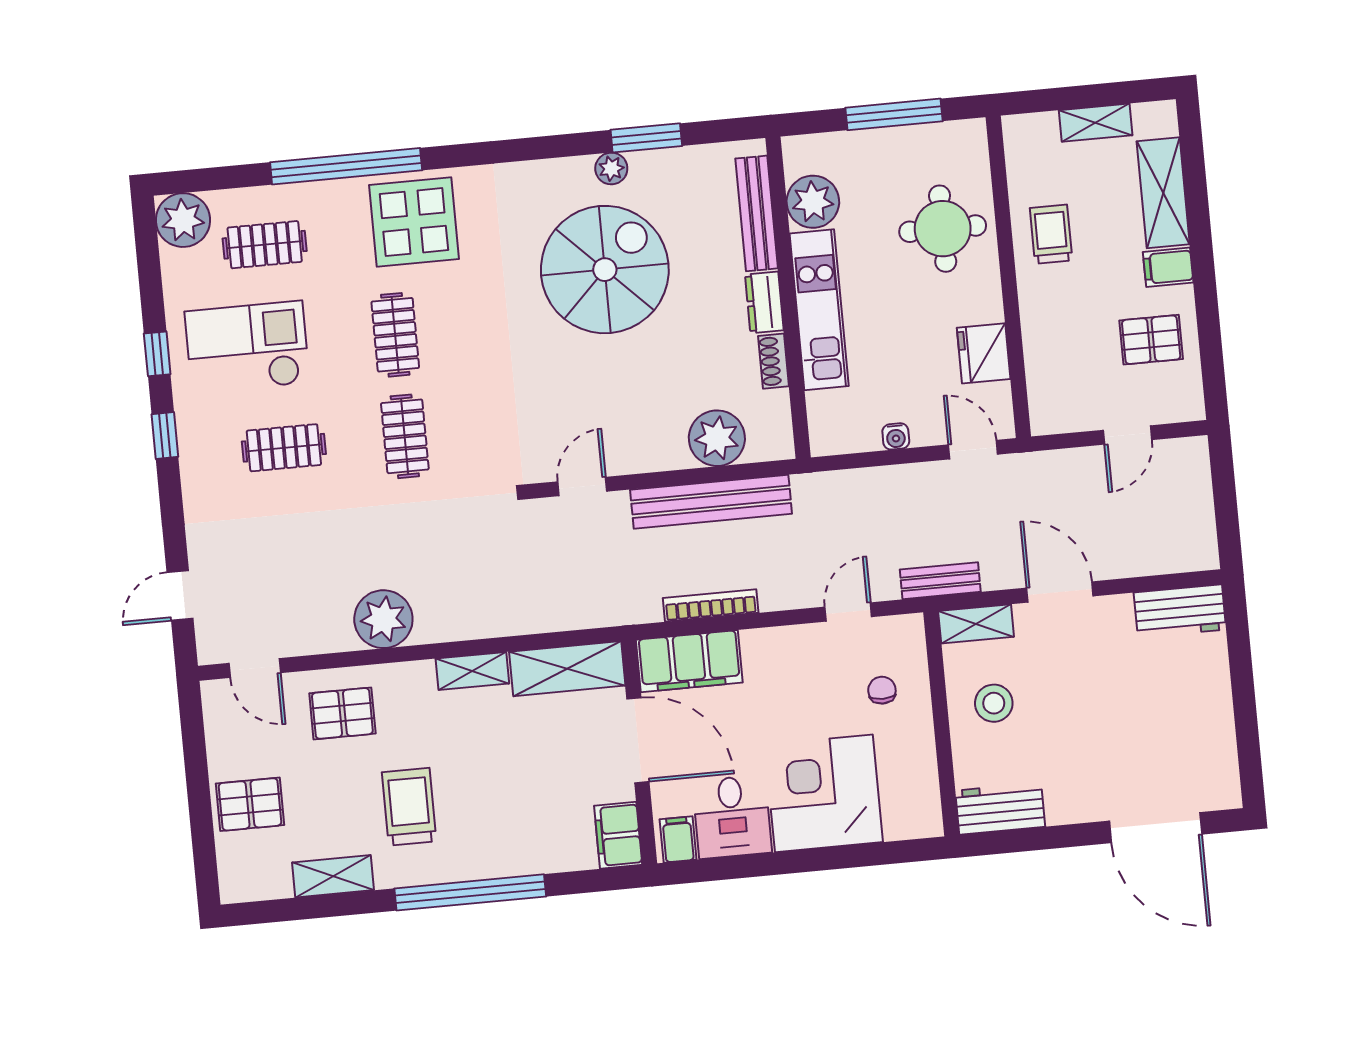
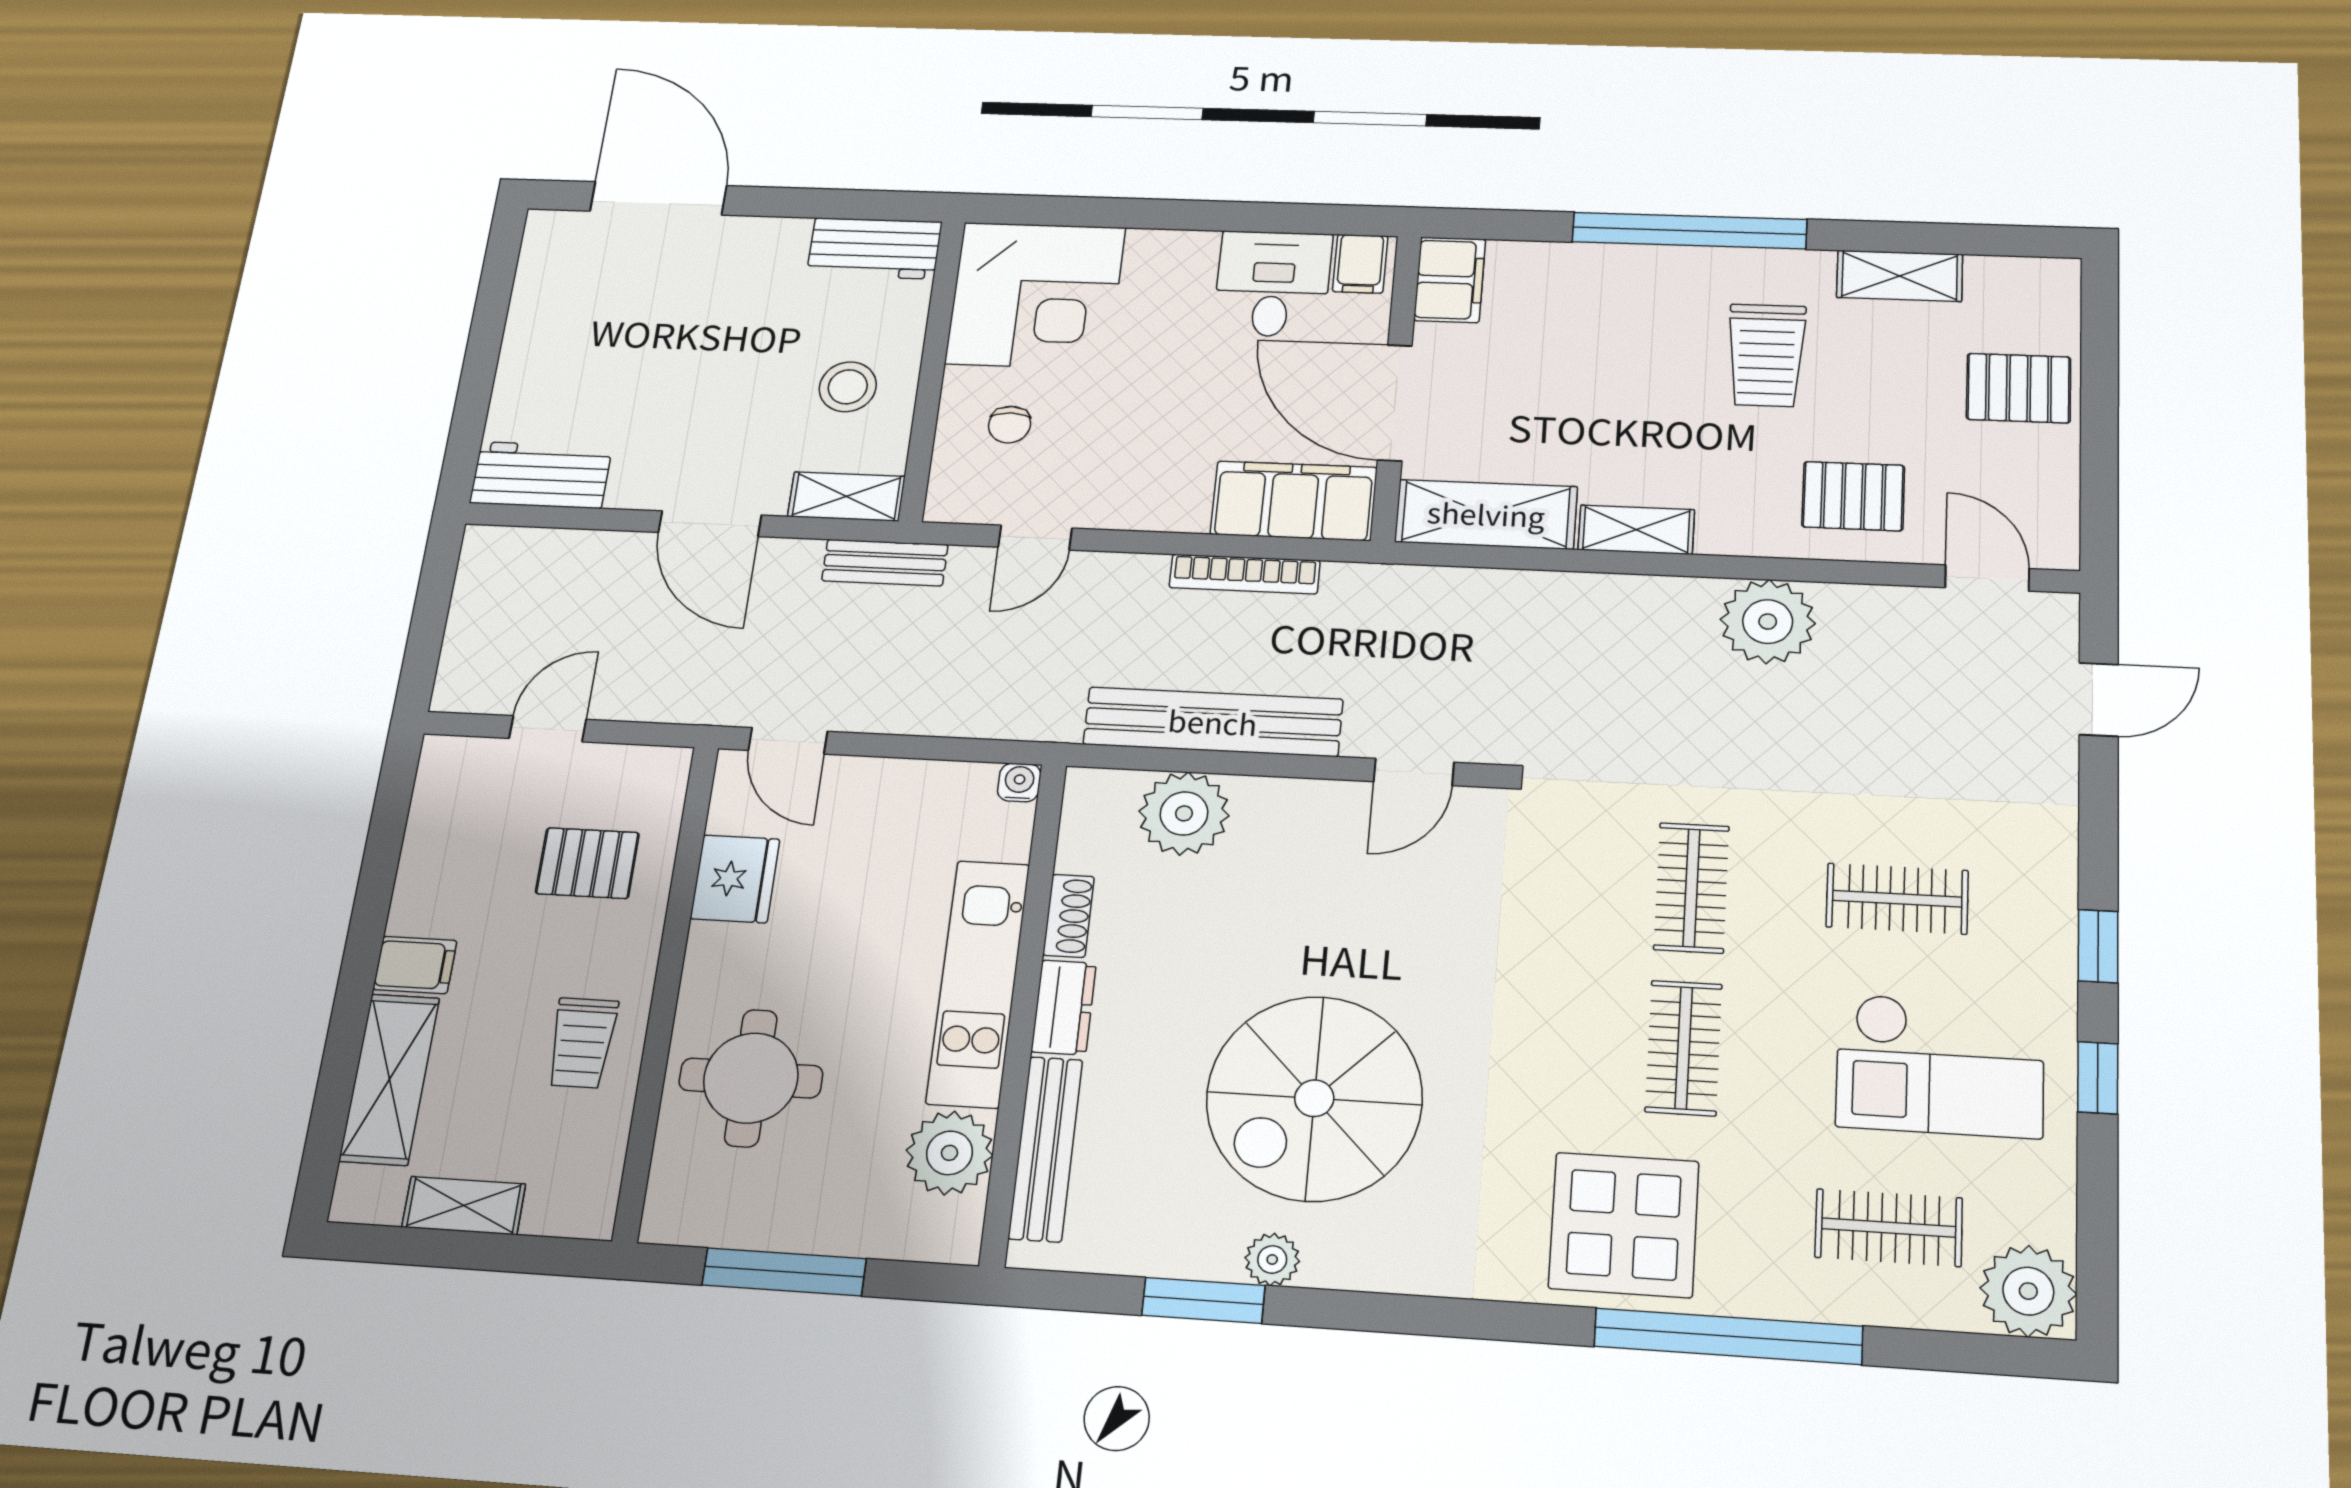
pallet: (1151, 340) -> (587, 863), moved
water cooler: (896, 436) -> (1019, 782), moved
corner desk: (824, 793) -> (1036, 295), moved

